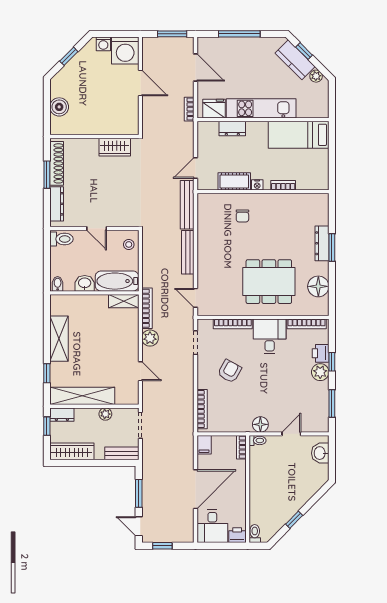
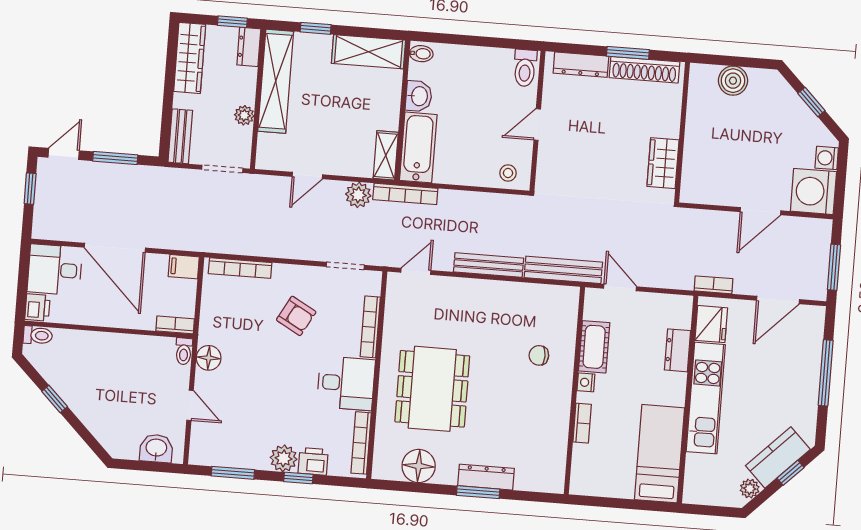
bathtub: (117, 281) -> (418, 147), moved
washbasin: (85, 283) -> (419, 96), moved
bidet: (58, 284) -> (421, 54), moved
wall: (94, 293) -> (402, 110), moved
shelving: (124, 301) -> (386, 155), moved

